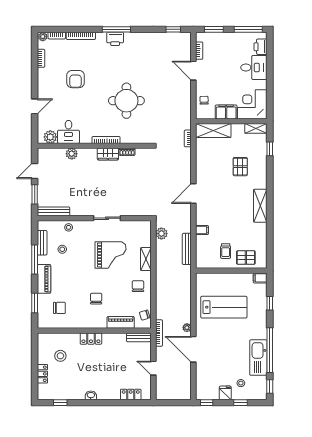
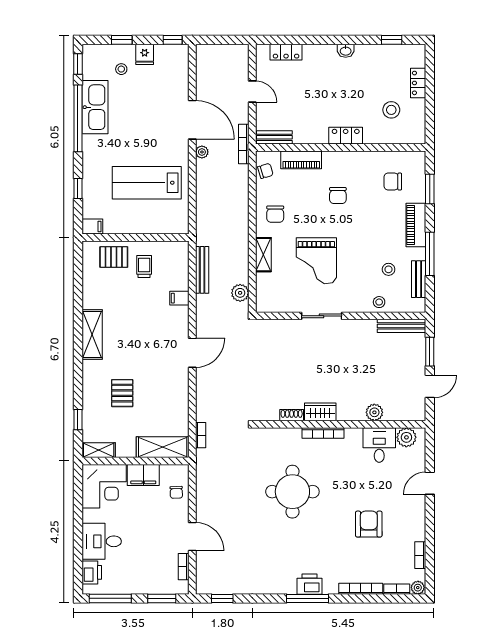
grand piano: (111, 255) -> (316, 261), turned -90

